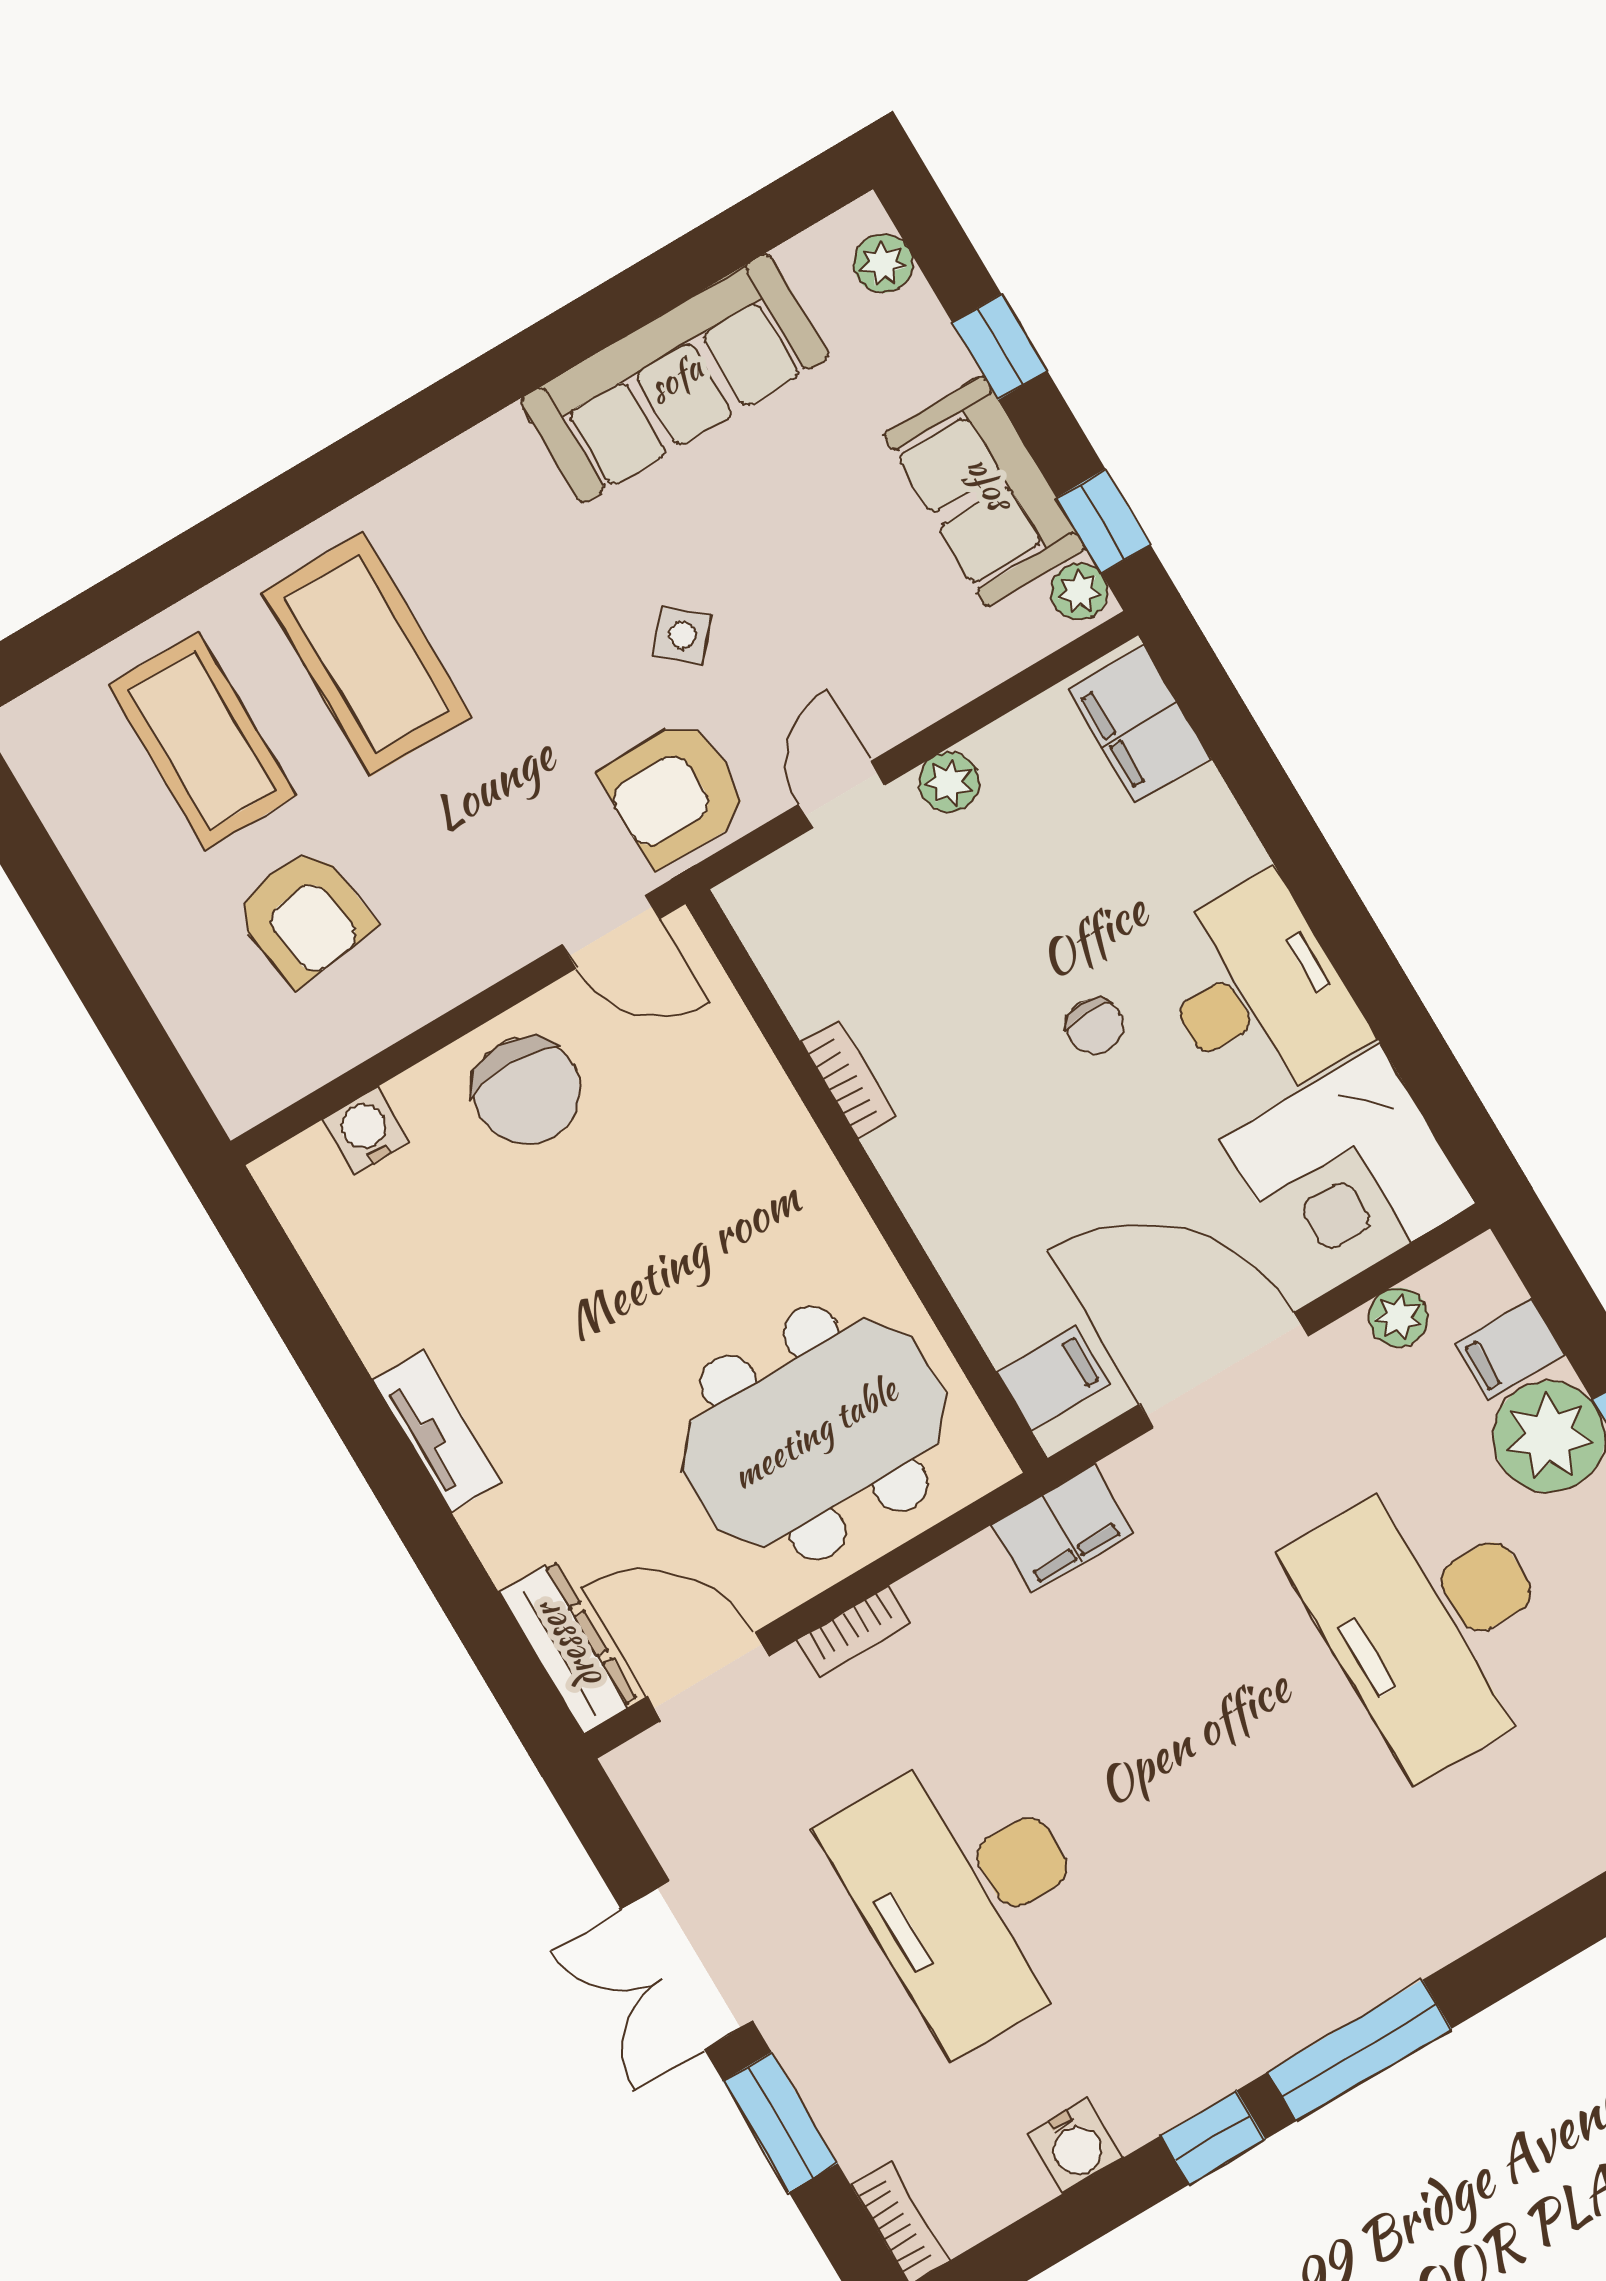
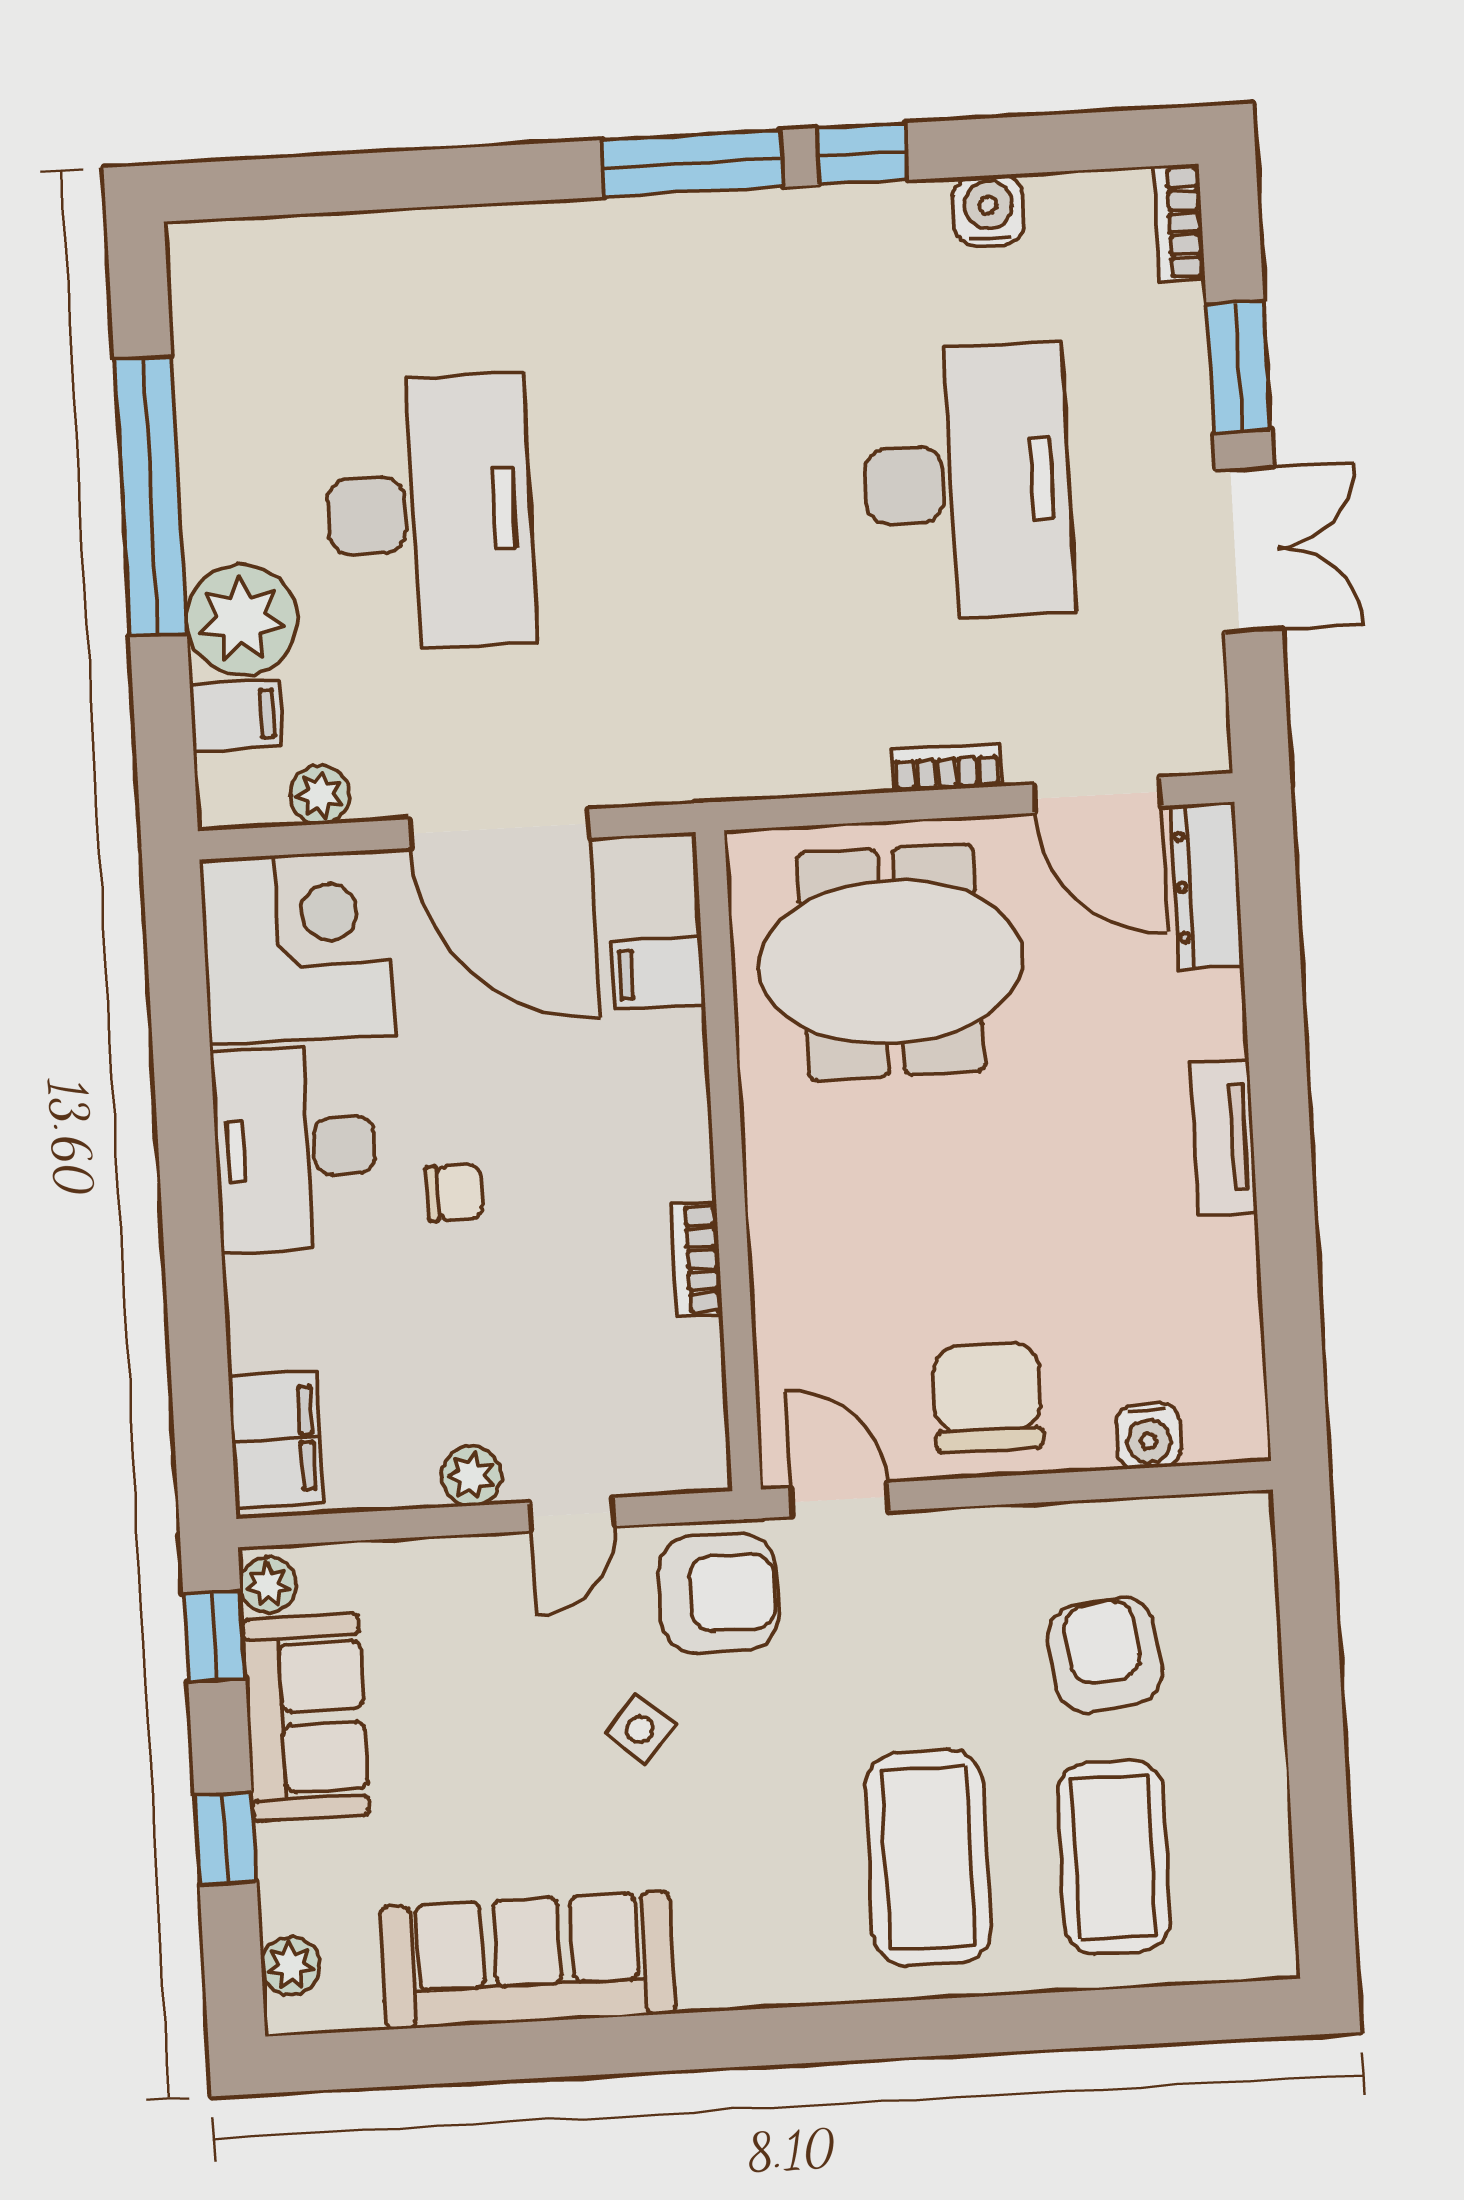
chair: (1095, 1026) -> (454, 1192), turned 90
filing cabinet: (1053, 1378) -> (658, 973), moved
filing cabinet: (1062, 1529) -> (715, 762), removed

